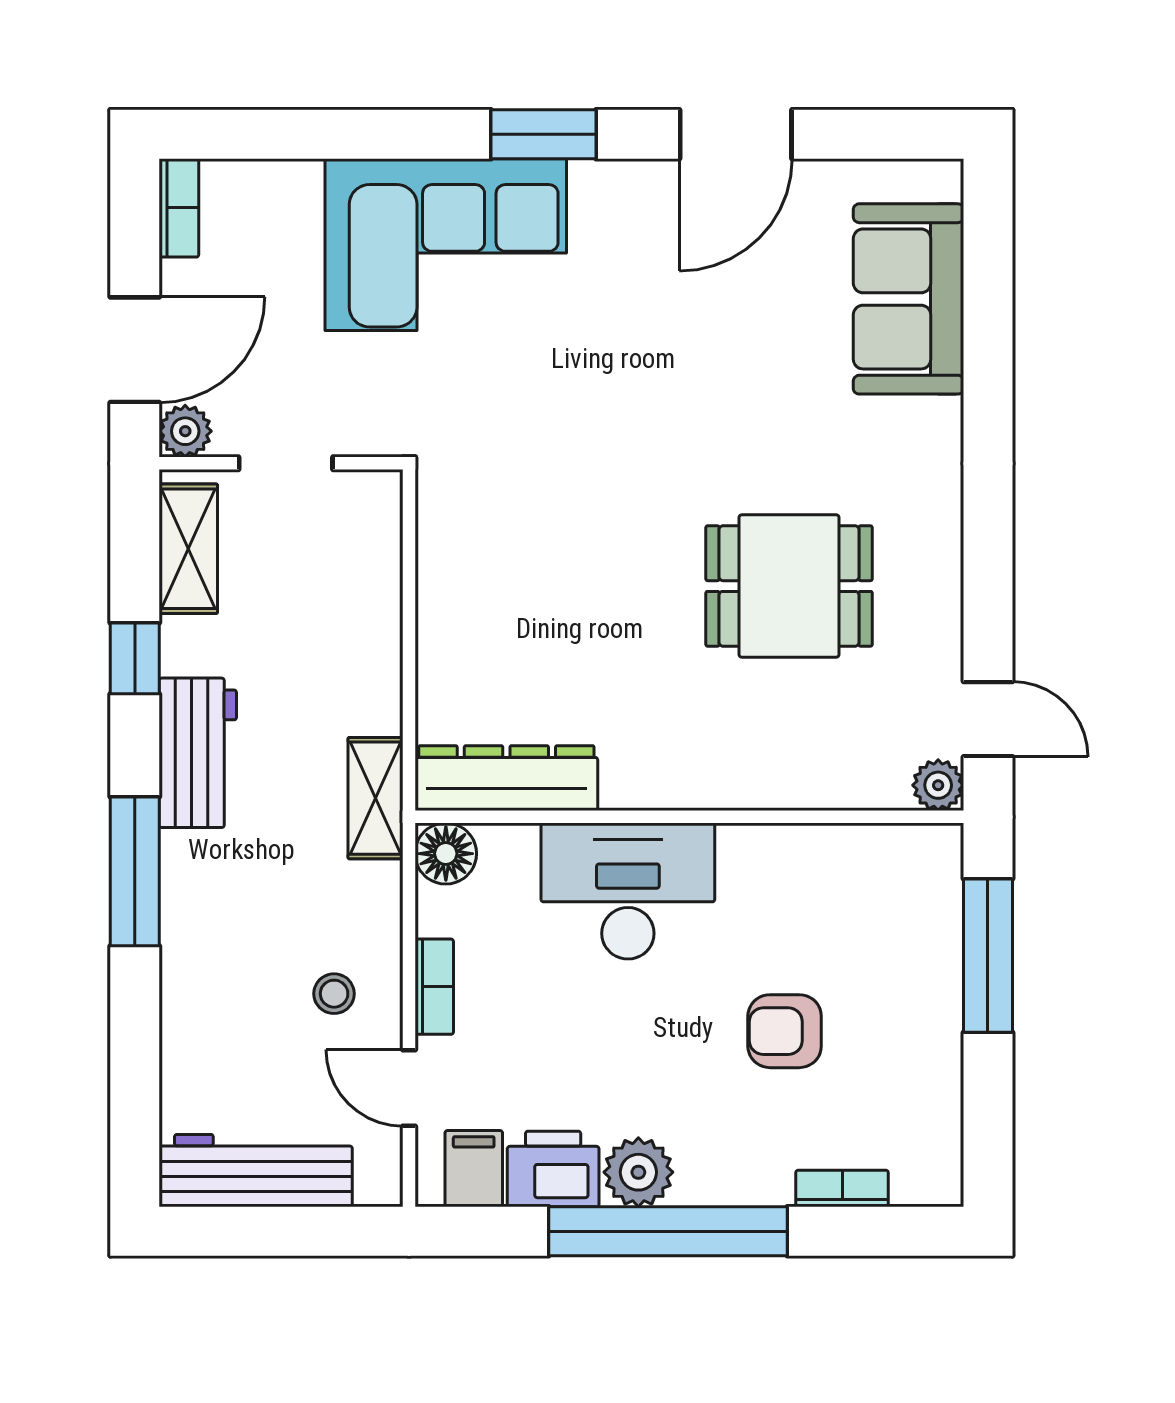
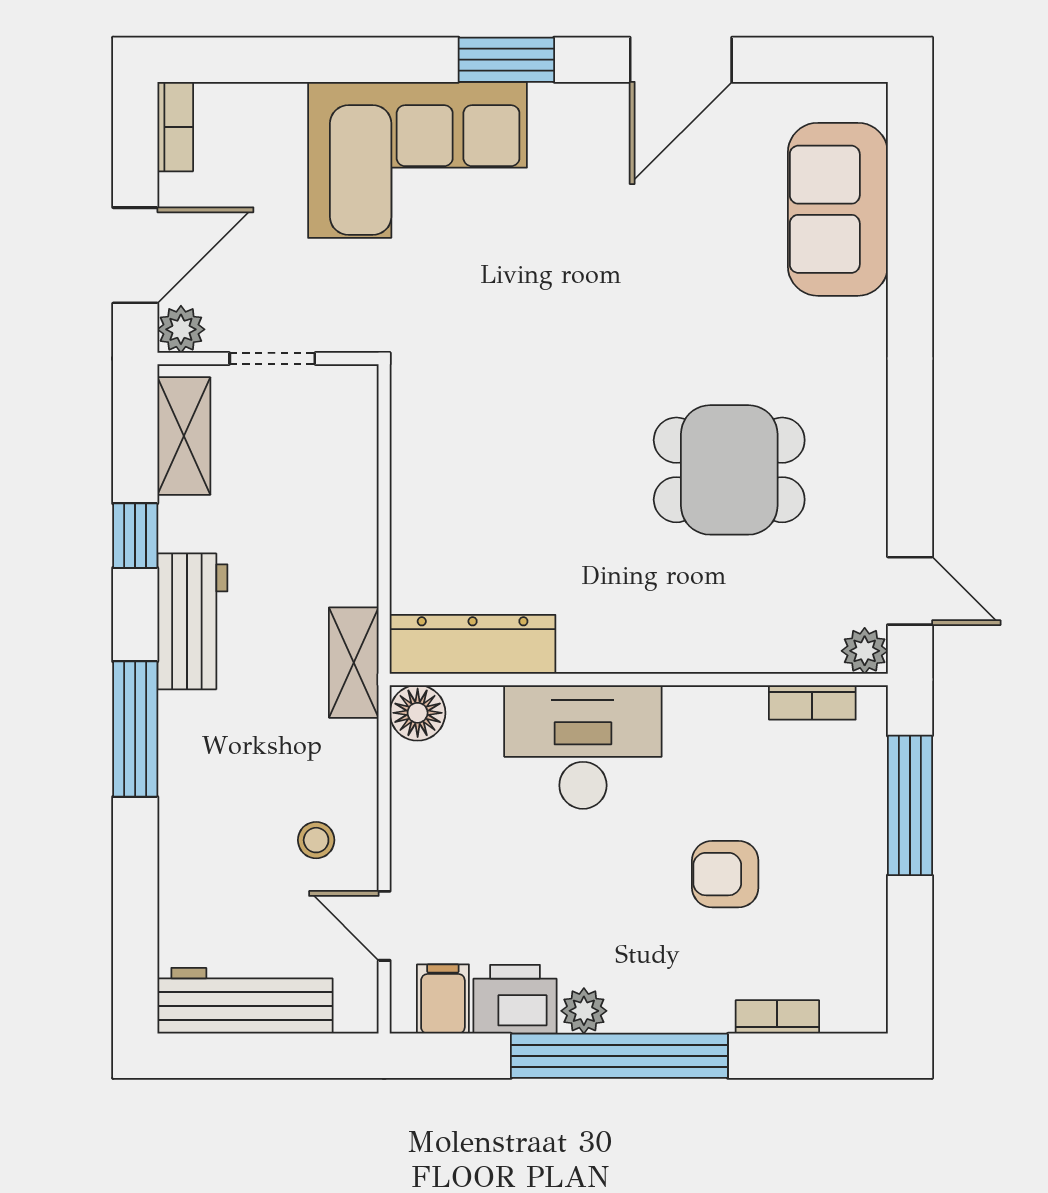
bookcase: (434, 987) -> (812, 702), moved, turned 90
plant: (638, 1172) -> (584, 1011), width x0.73, depth x0.73

